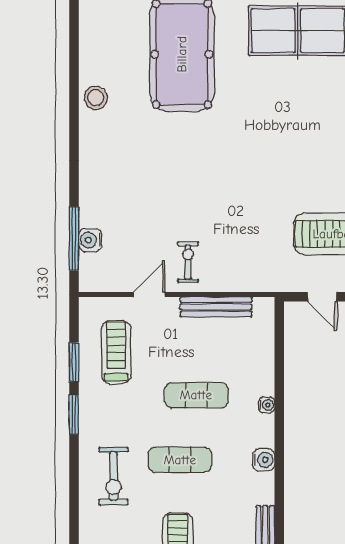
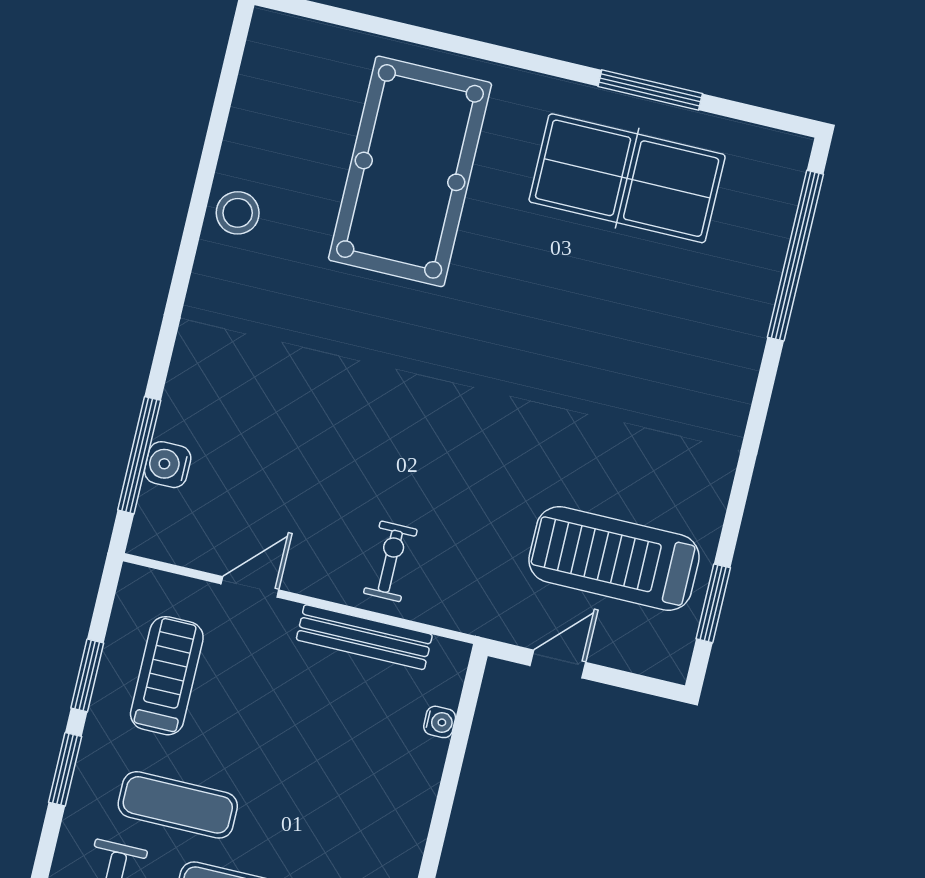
exercise bike: (188, 262) -> (390, 561), moved
door: (322, 297) -> (558, 664), swing flipped
exercise mat: (196, 395) -> (178, 805), moved
water cooler: (267, 405) -> (440, 722), moved

